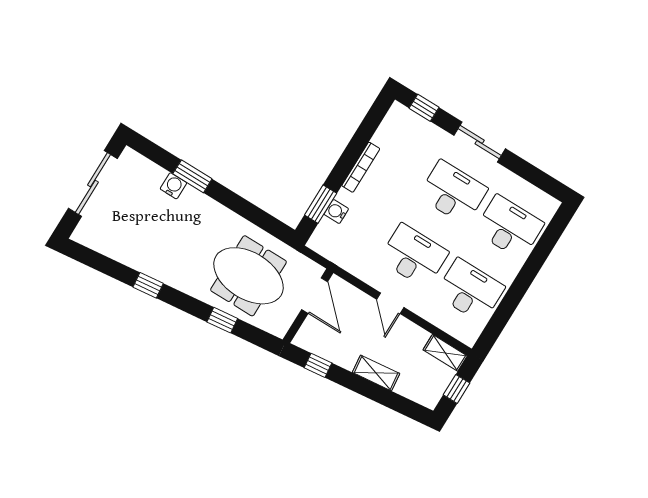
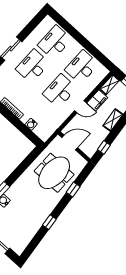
window: (321, 204) -> (26, 131), removed
filing cabinet: (409, 334) -> (97, 100), added

